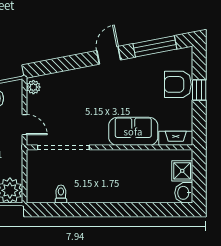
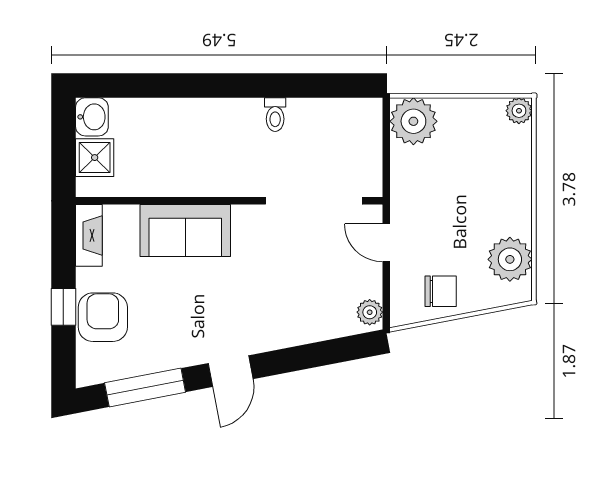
armchair: (178, 84) -> (103, 317), turned -90
fireplace: (176, 138) -> (89, 235), moved, turned -90
toilet: (61, 194) -> (275, 115), moved

